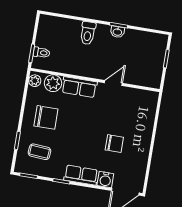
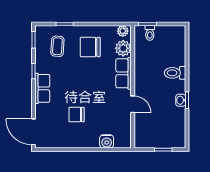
chair: (46, 117) -> (90, 47), turned 90
chair: (114, 144) -> (77, 114), turned 90
water cooler: (105, 180) -> (107, 141), moved, turned -90

